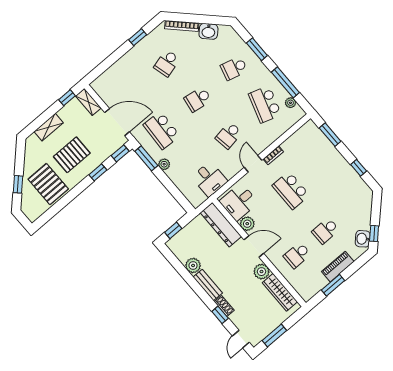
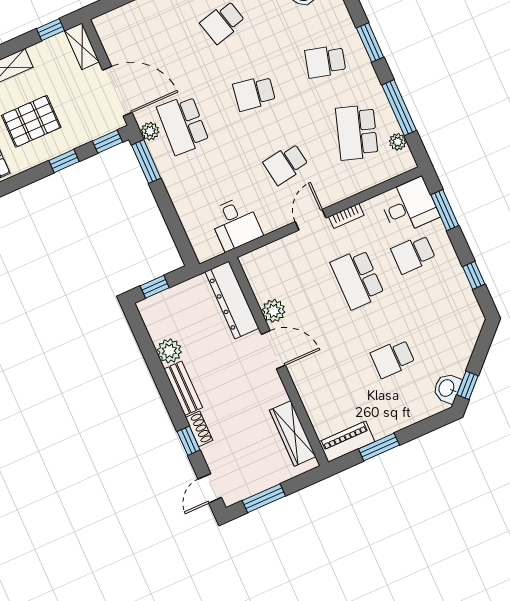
plant: (164, 164) -> (150, 131), moved
desk: (239, 202) -> (409, 206), moved, turned 180
school desk: (297, 255) -> (413, 254), moved
piano: (338, 267) -> (347, 442), moved
plant: (262, 272) -> (274, 392), removed

